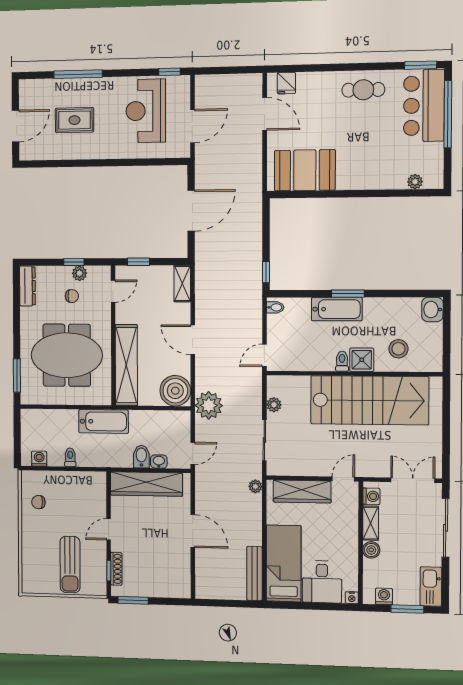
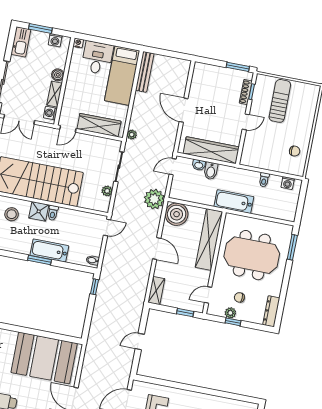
booth: (305, 170) -> (44, 358), width x1.36, depth x1.42
door: (191, 211) -> (140, 341), width x0.53

